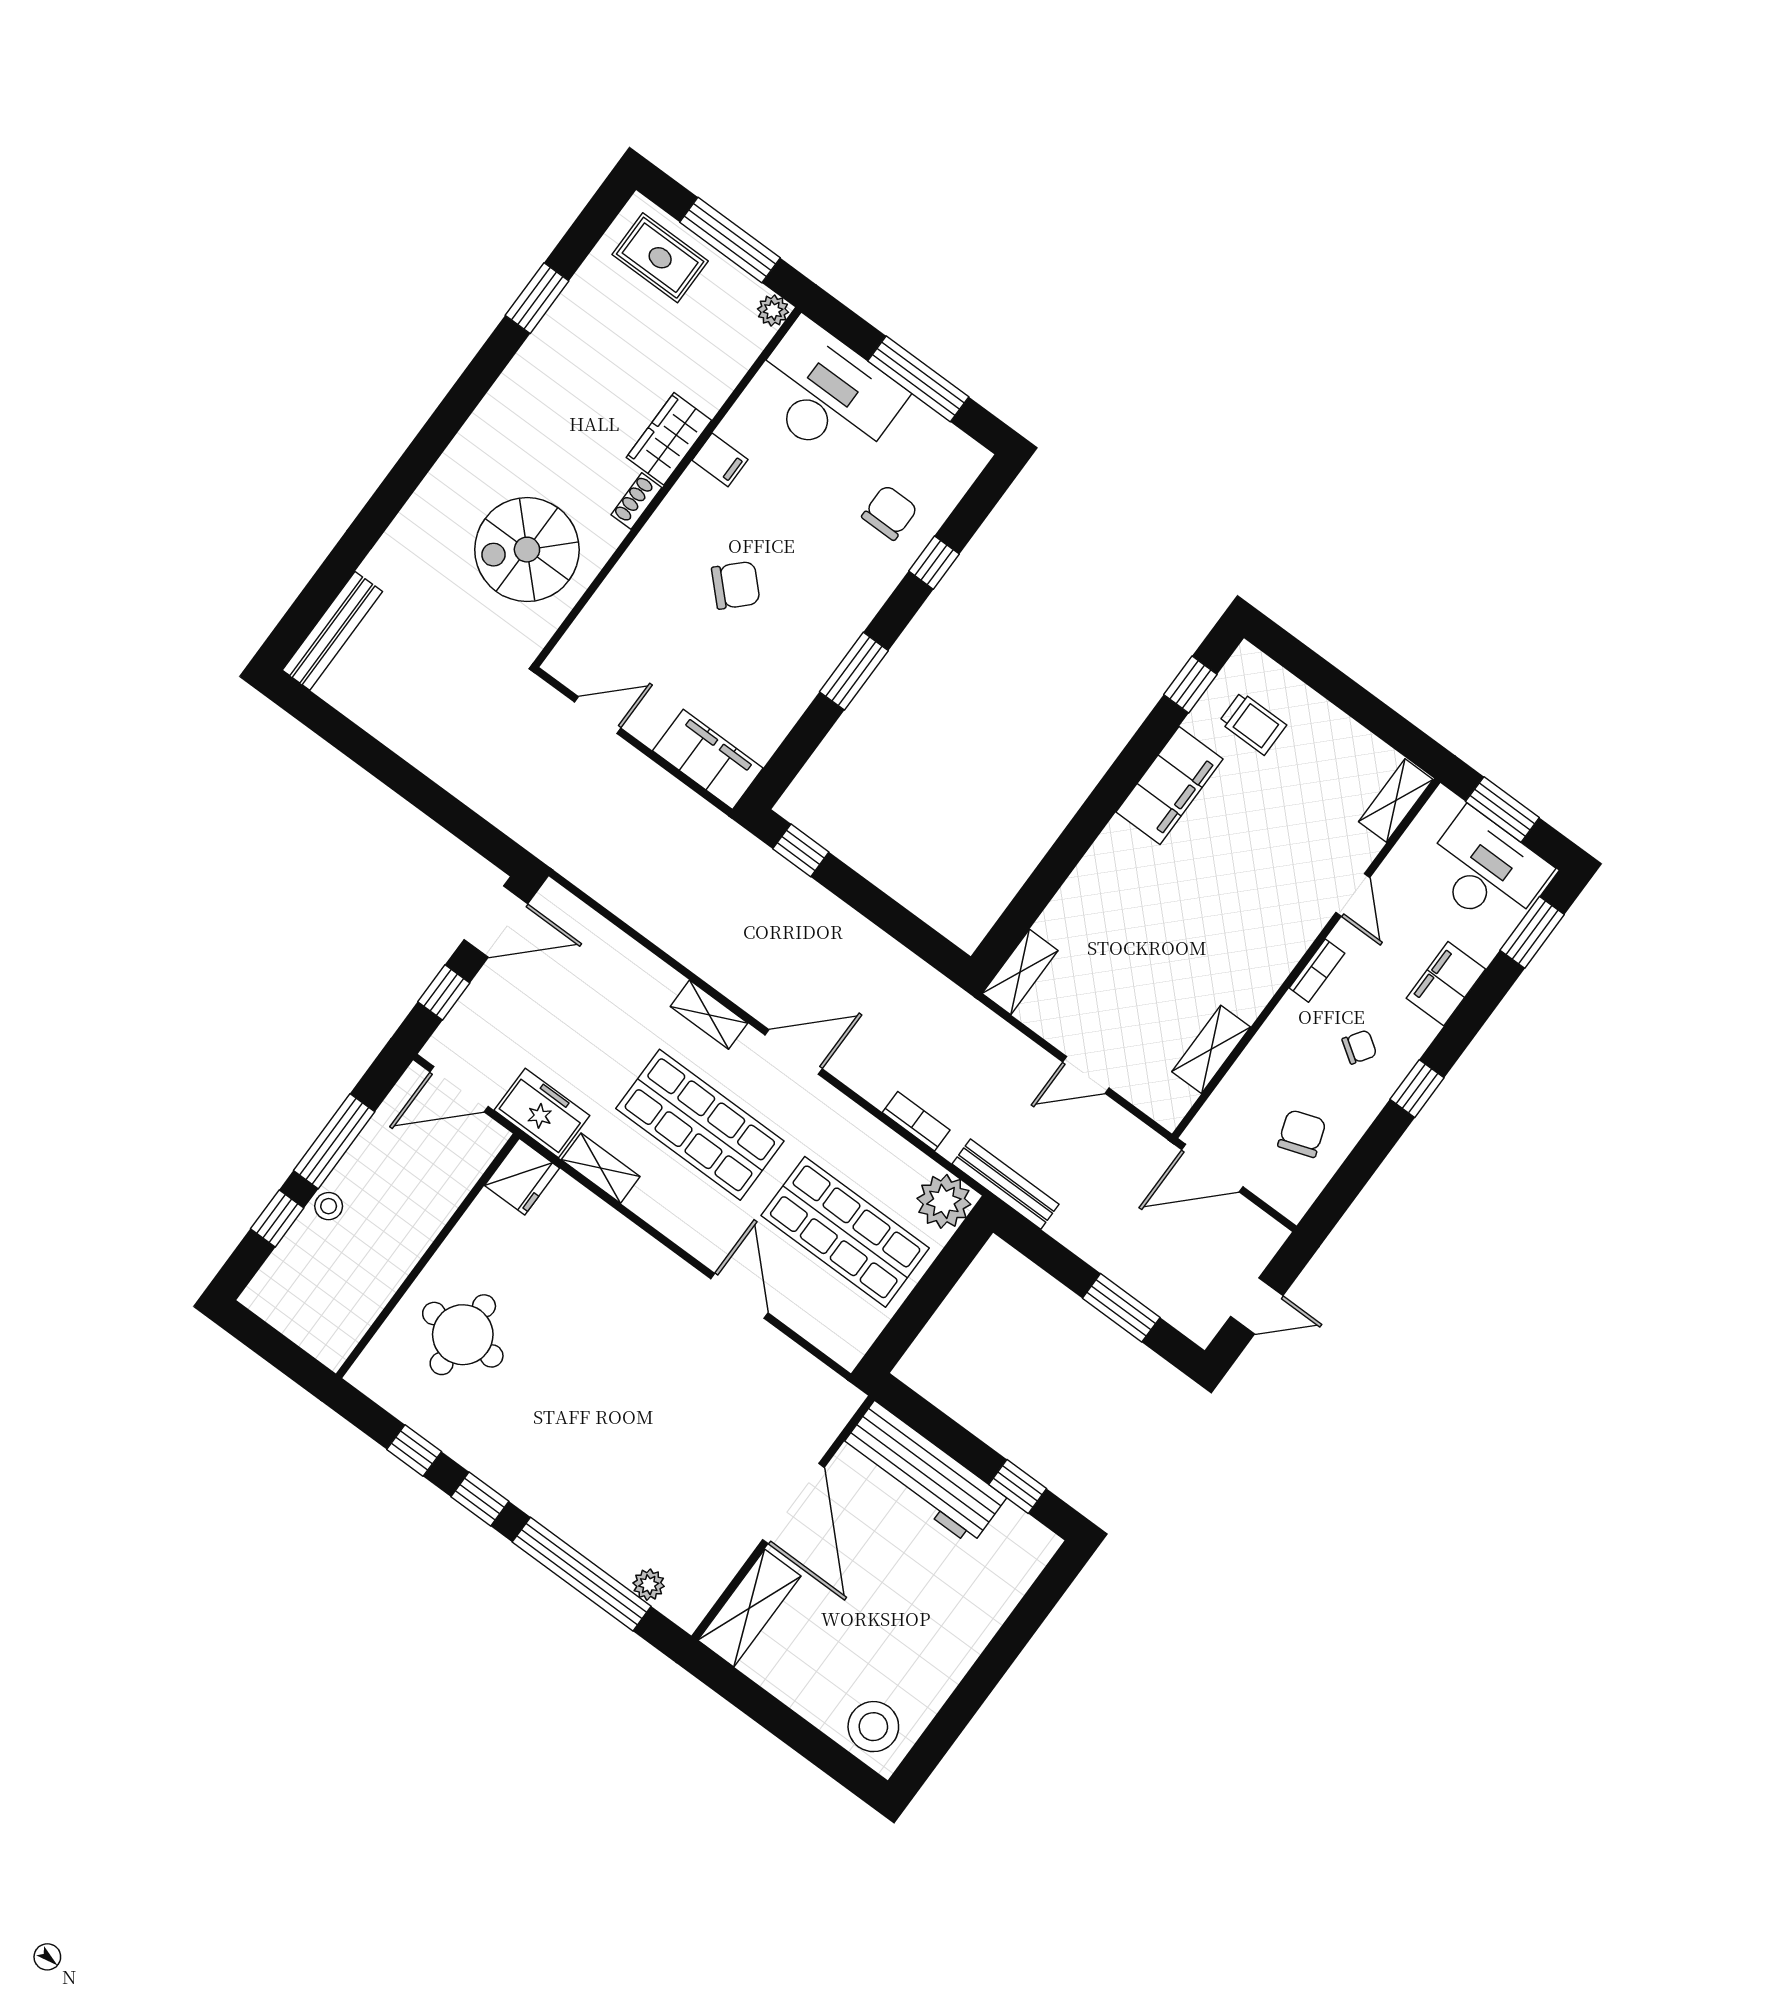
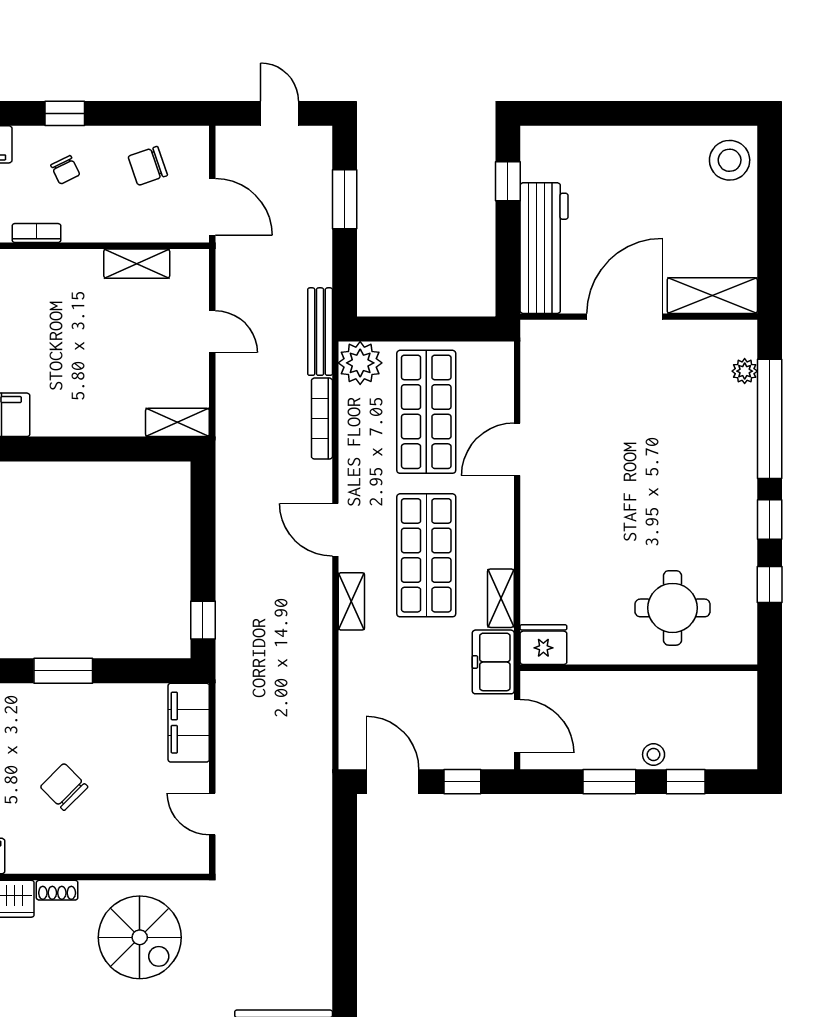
chair: (1359, 1047) -> (65, 170), turned -150
bookcase: (916, 1121) -> (322, 419), width x1.56
window: (334, 1141) -> (609, 782), width x0.69

